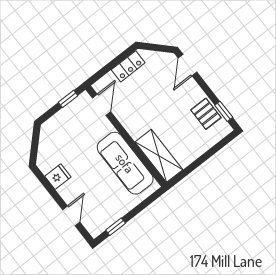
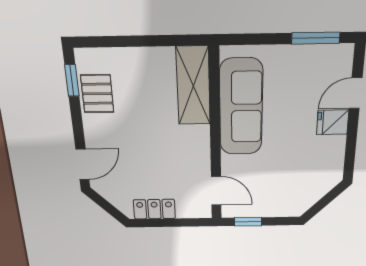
door: (102, 105) -> (216, 191), swing flipped
fridge: (58, 177) -> (333, 122), moved
window: (116, 227) -> (316, 38), width x1.50

